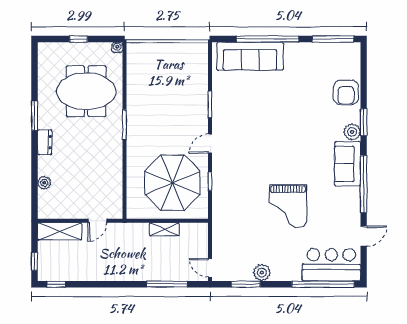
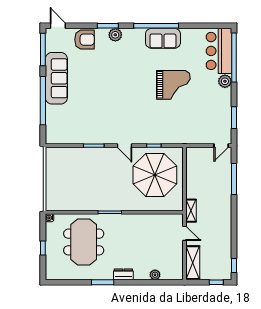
sofa: (250, 56) -> (56, 78), moved
sofa: (348, 164) -> (163, 38), moved
shelving: (164, 229) -> (191, 211), moved
door: (364, 236) -> (58, 26), moved
plant: (262, 273) -> (225, 81), moved

